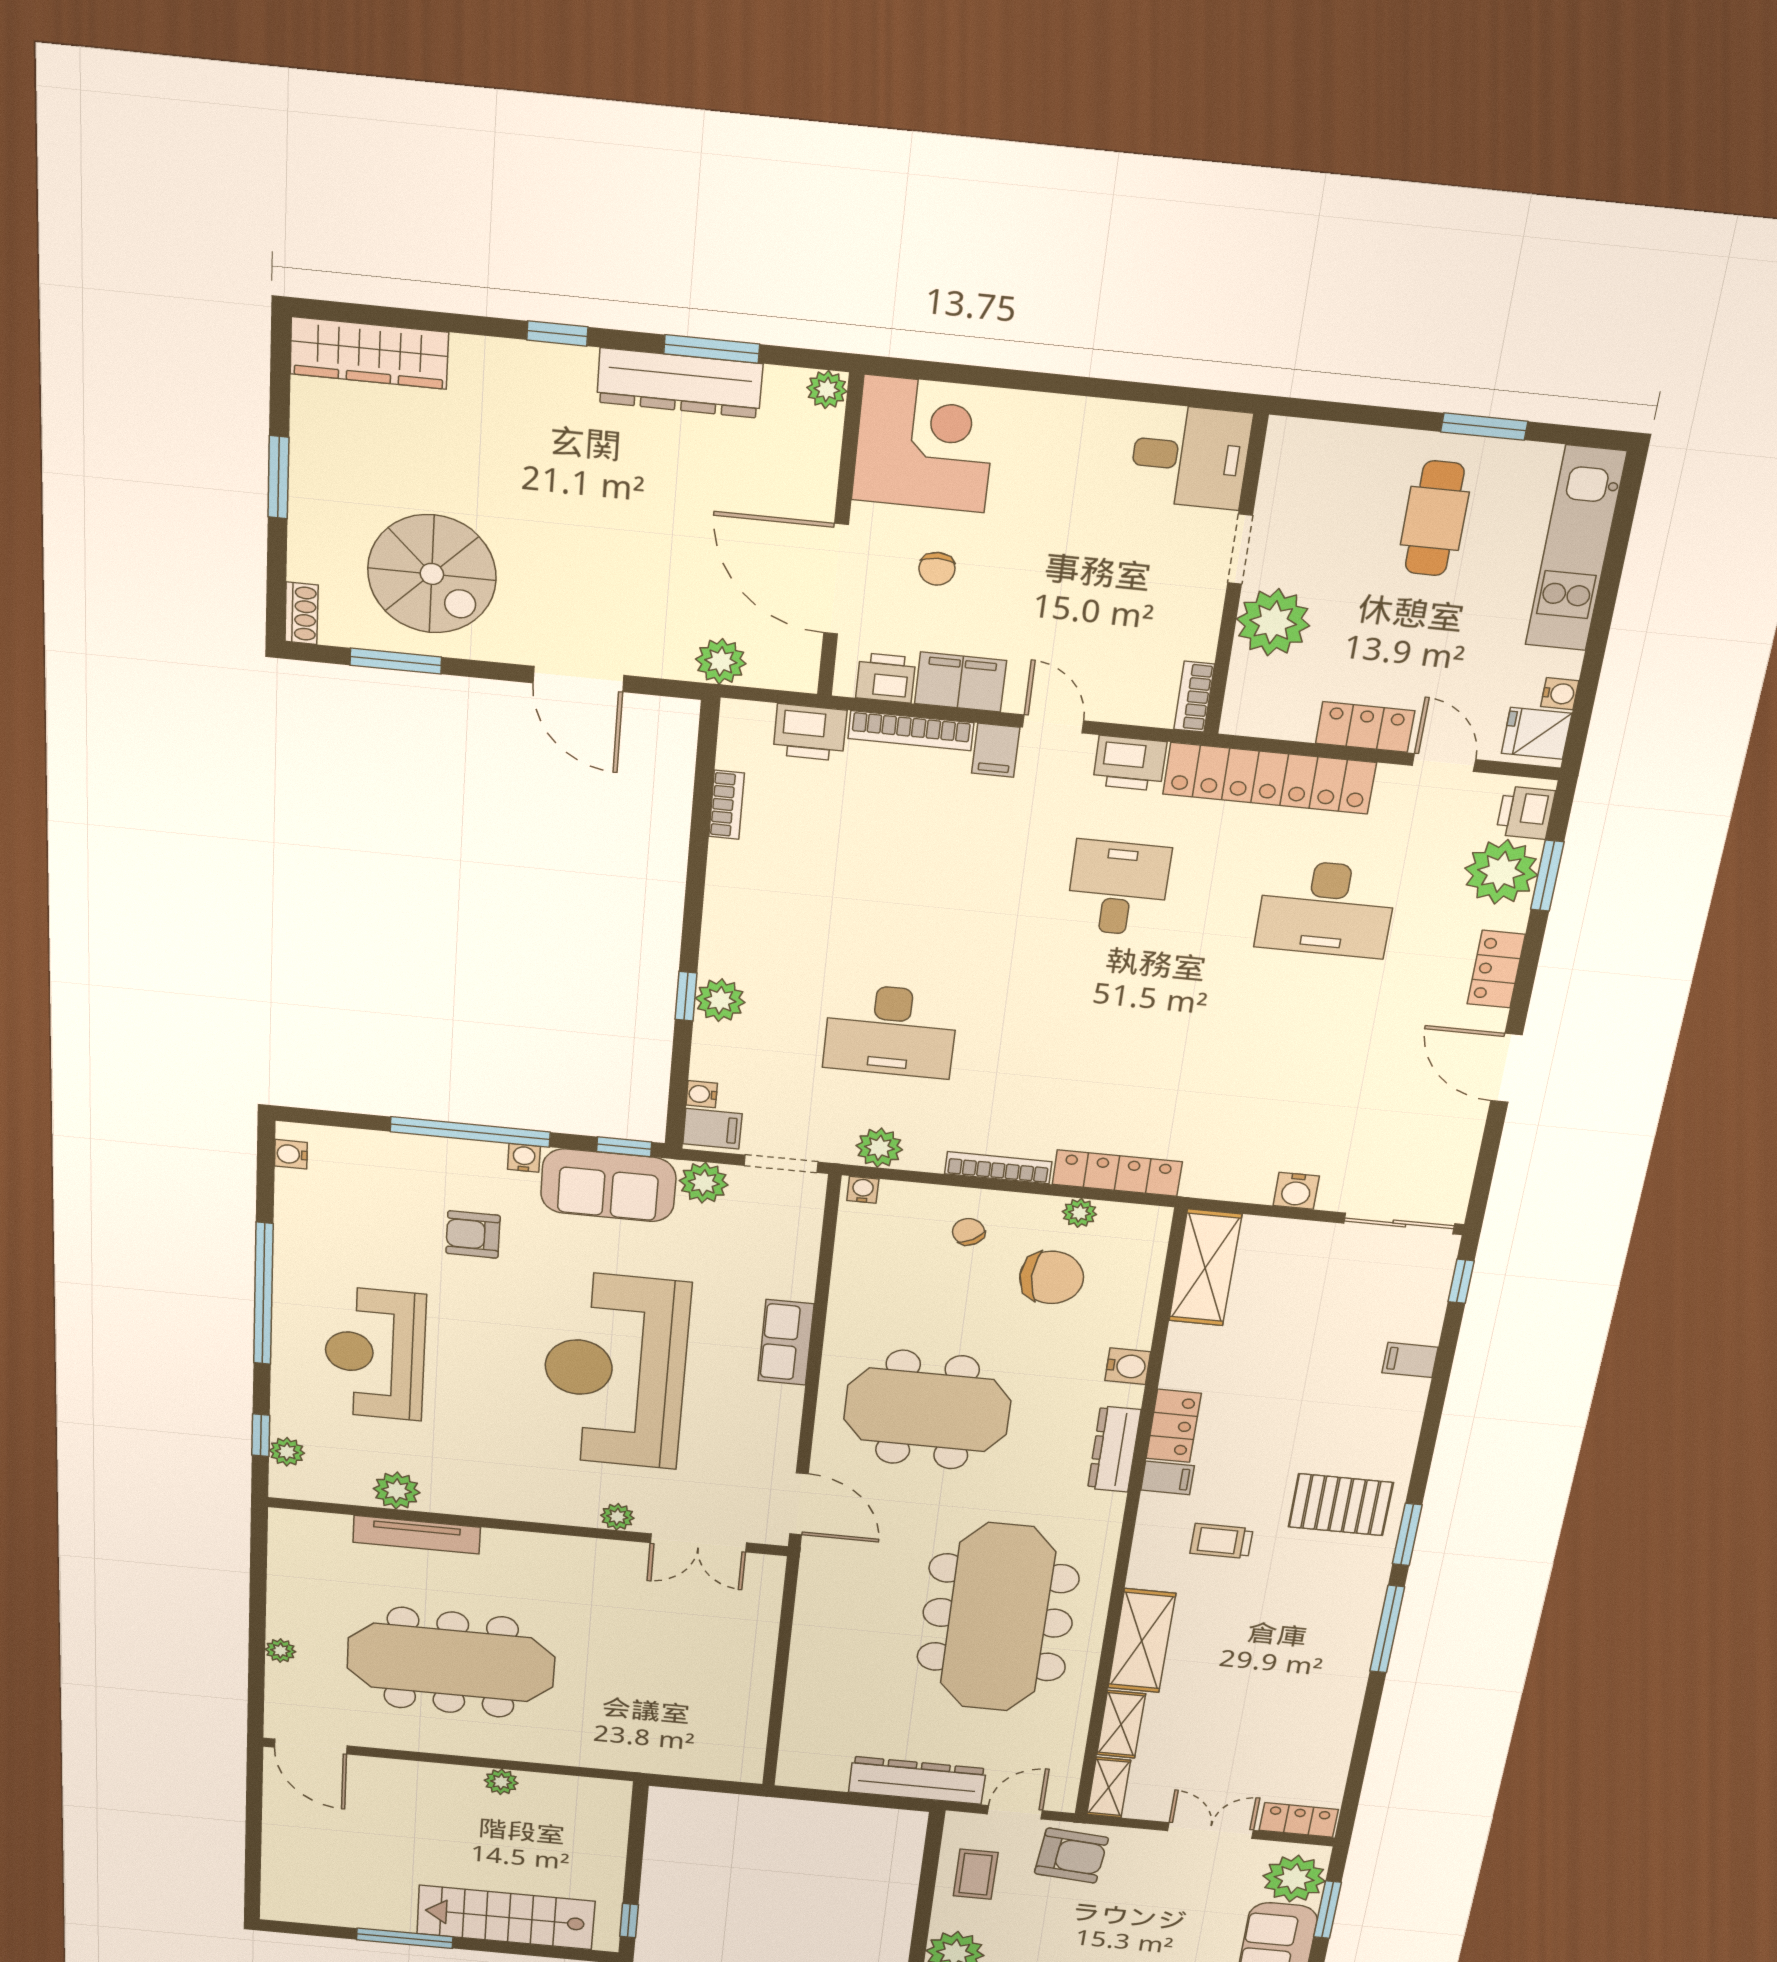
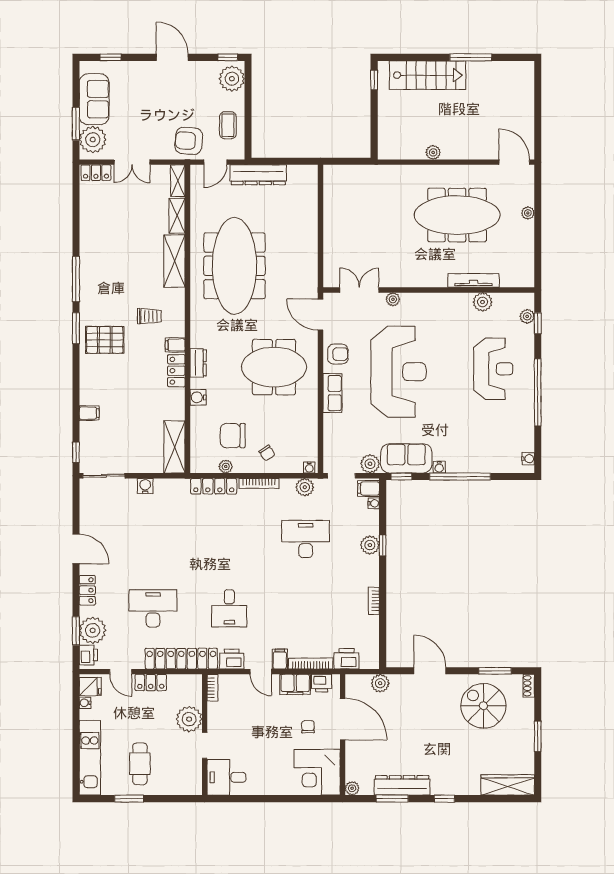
bookcase: (727, 805) -> (374, 601), moved
armchair: (473, 1234) -> (338, 354), moved
dresser: (1114, 1449) -> (198, 363), width x0.70

